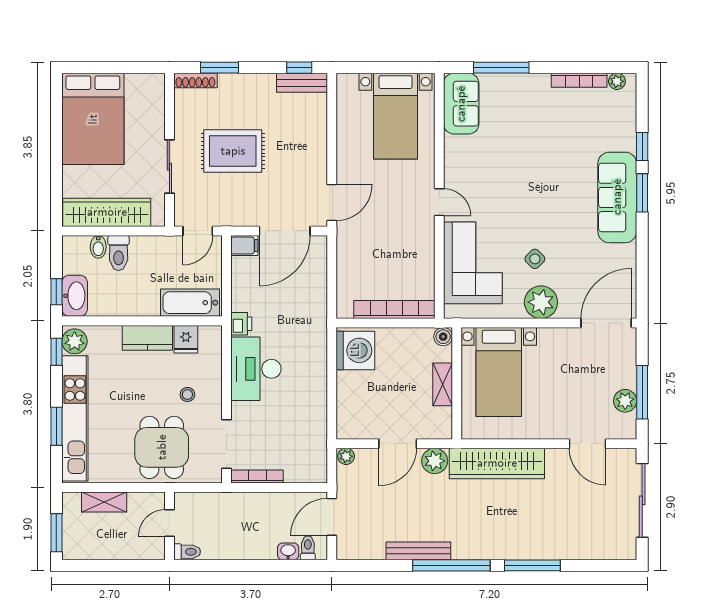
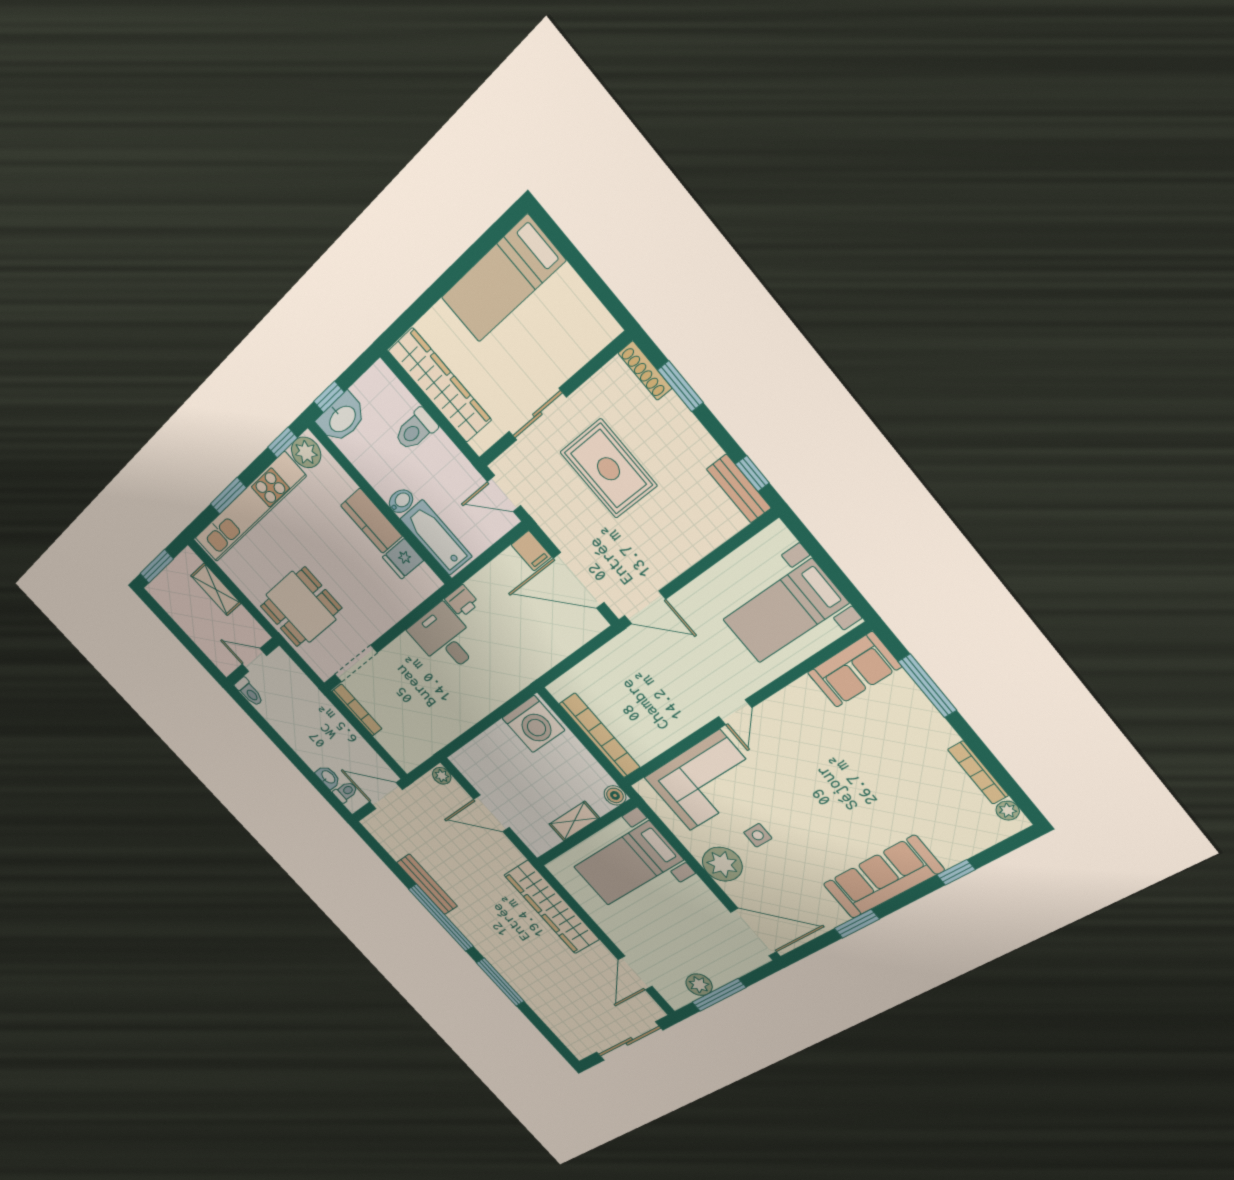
bed: (93, 119) -> (503, 279), width x0.67
window: (642, 193) -> (857, 924), moved
bidet: (98, 247) -> (401, 501), moved, turned 180
side table: (535, 259) -> (758, 835), turned 45
desk: (256, 369) -> (445, 639), width x0.73
stool: (187, 395) -> (361, 597), removed
plant: (435, 461) -> (507, 854), removed

